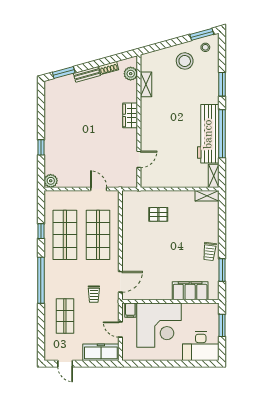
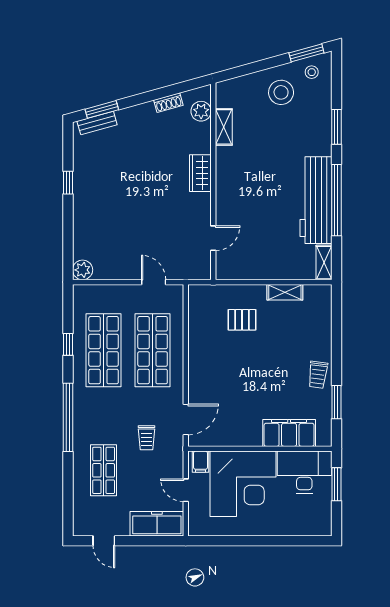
bench: (87, 74) -> (97, 123), moved
window: (41, 147) -> (68, 183), moved
shelving: (207, 196) -> (285, 292), moved
desk: (201, 346) -> (304, 472), moved, turned 180

